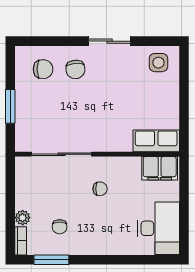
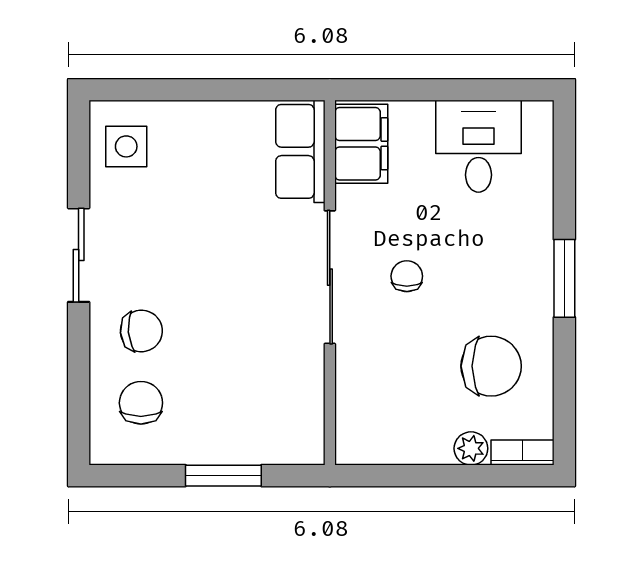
sliding door: (62, 154) -> (330, 277), moved
chair: (60, 227) -> (491, 366), width x1.87, depth x1.87
desk: (159, 228) -> (478, 146), width x0.73
window: (51, 260) -> (564, 278), moved

